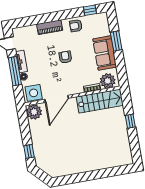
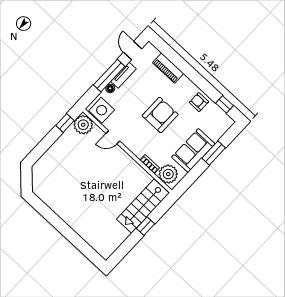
piano: (50, 27) -> (168, 68), moved
armchair: (65, 57) -> (160, 115), width x1.88, depth x1.88
door: (57, 99) -> (113, 137), width x0.53
stairs: (100, 101) -> (143, 206), moved, turned 90
window: (29, 151) -> (65, 123), moved

